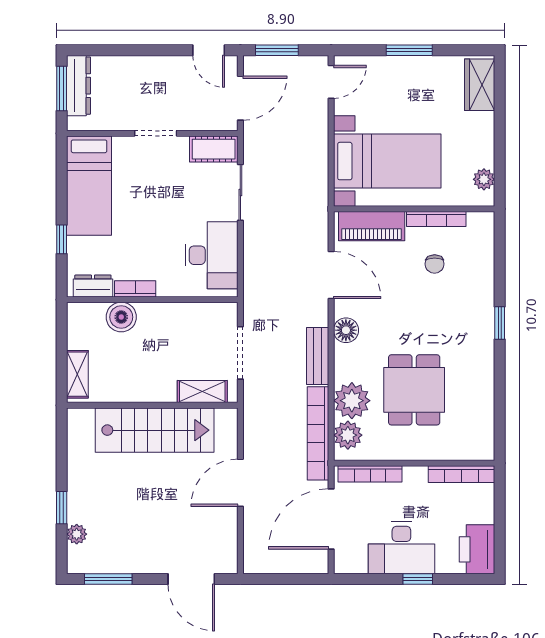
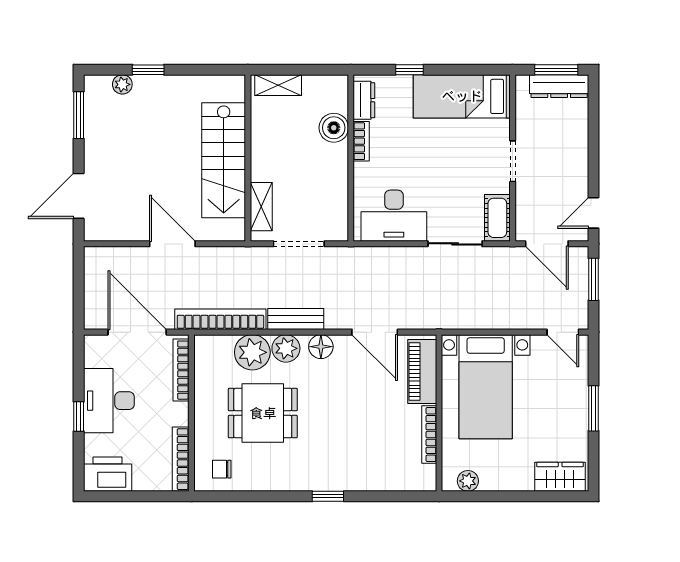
chair: (435, 264) -> (222, 469), moved
door: (331, 275) -> (375, 332), hinge flipped
plant: (348, 435) -> (286, 348), moved

